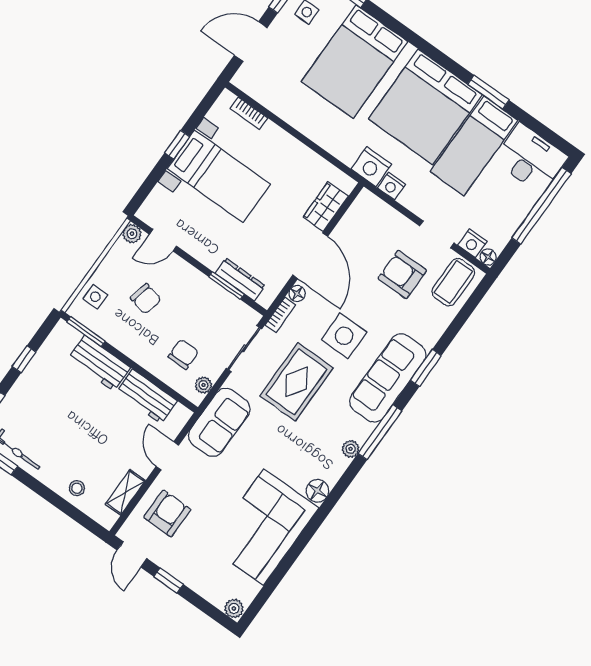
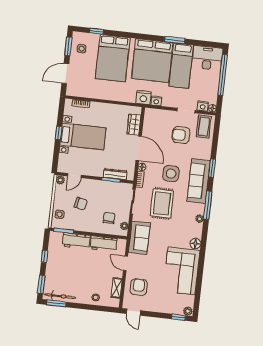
window: (169, 580) -> (178, 317), moved

